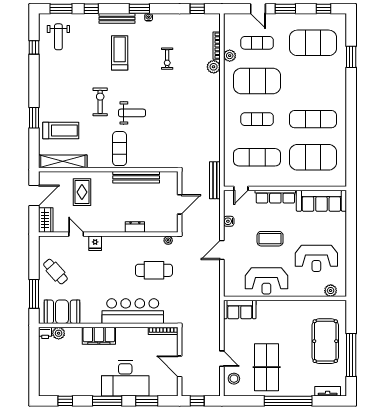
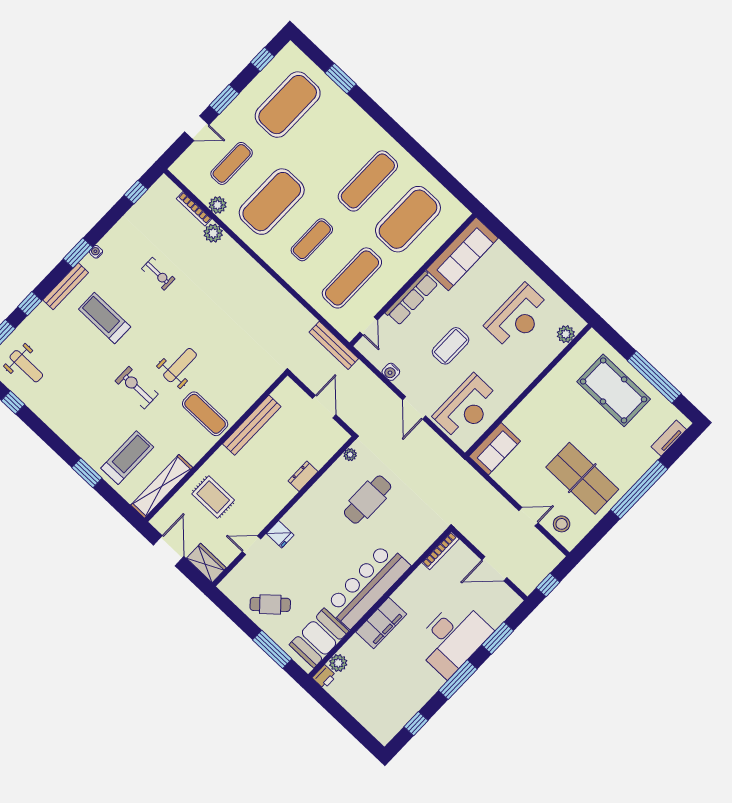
reception desk: (266, 281) -> (466, 407), moved
bar counter: (133, 311) -> (368, 586), moved

